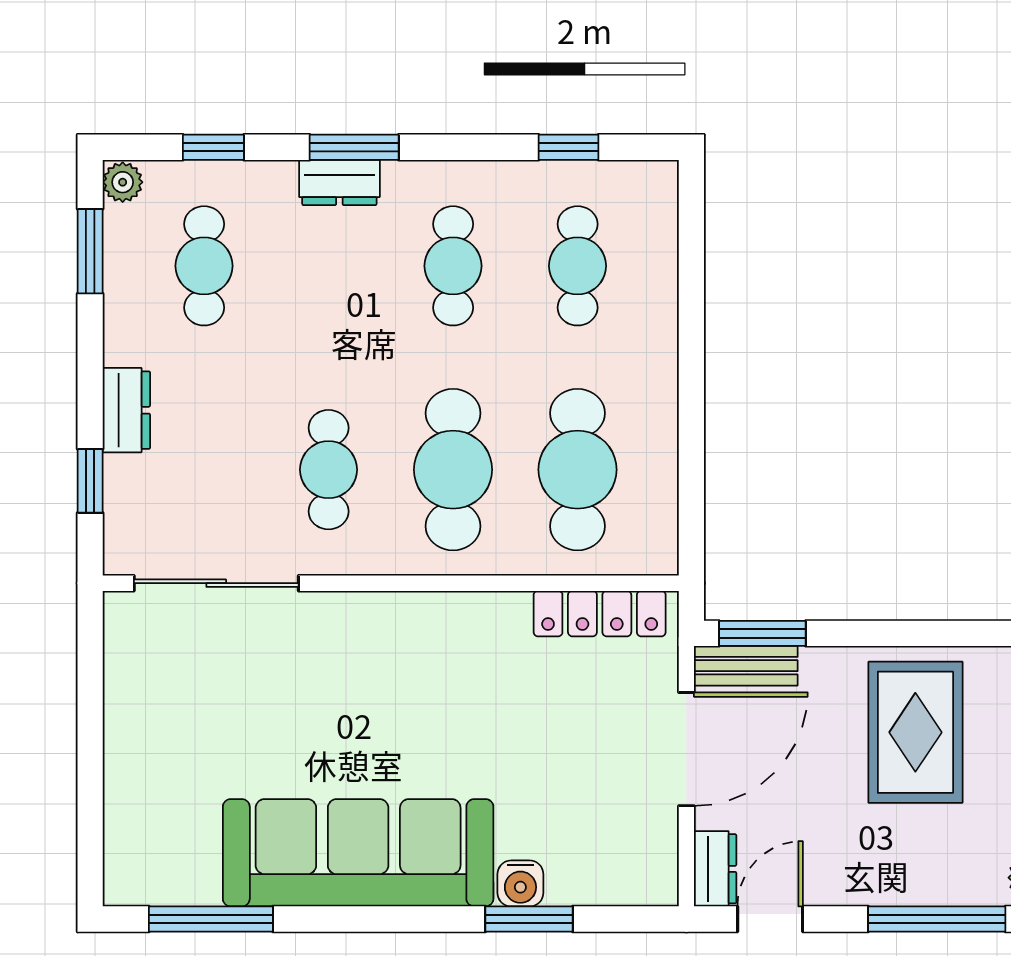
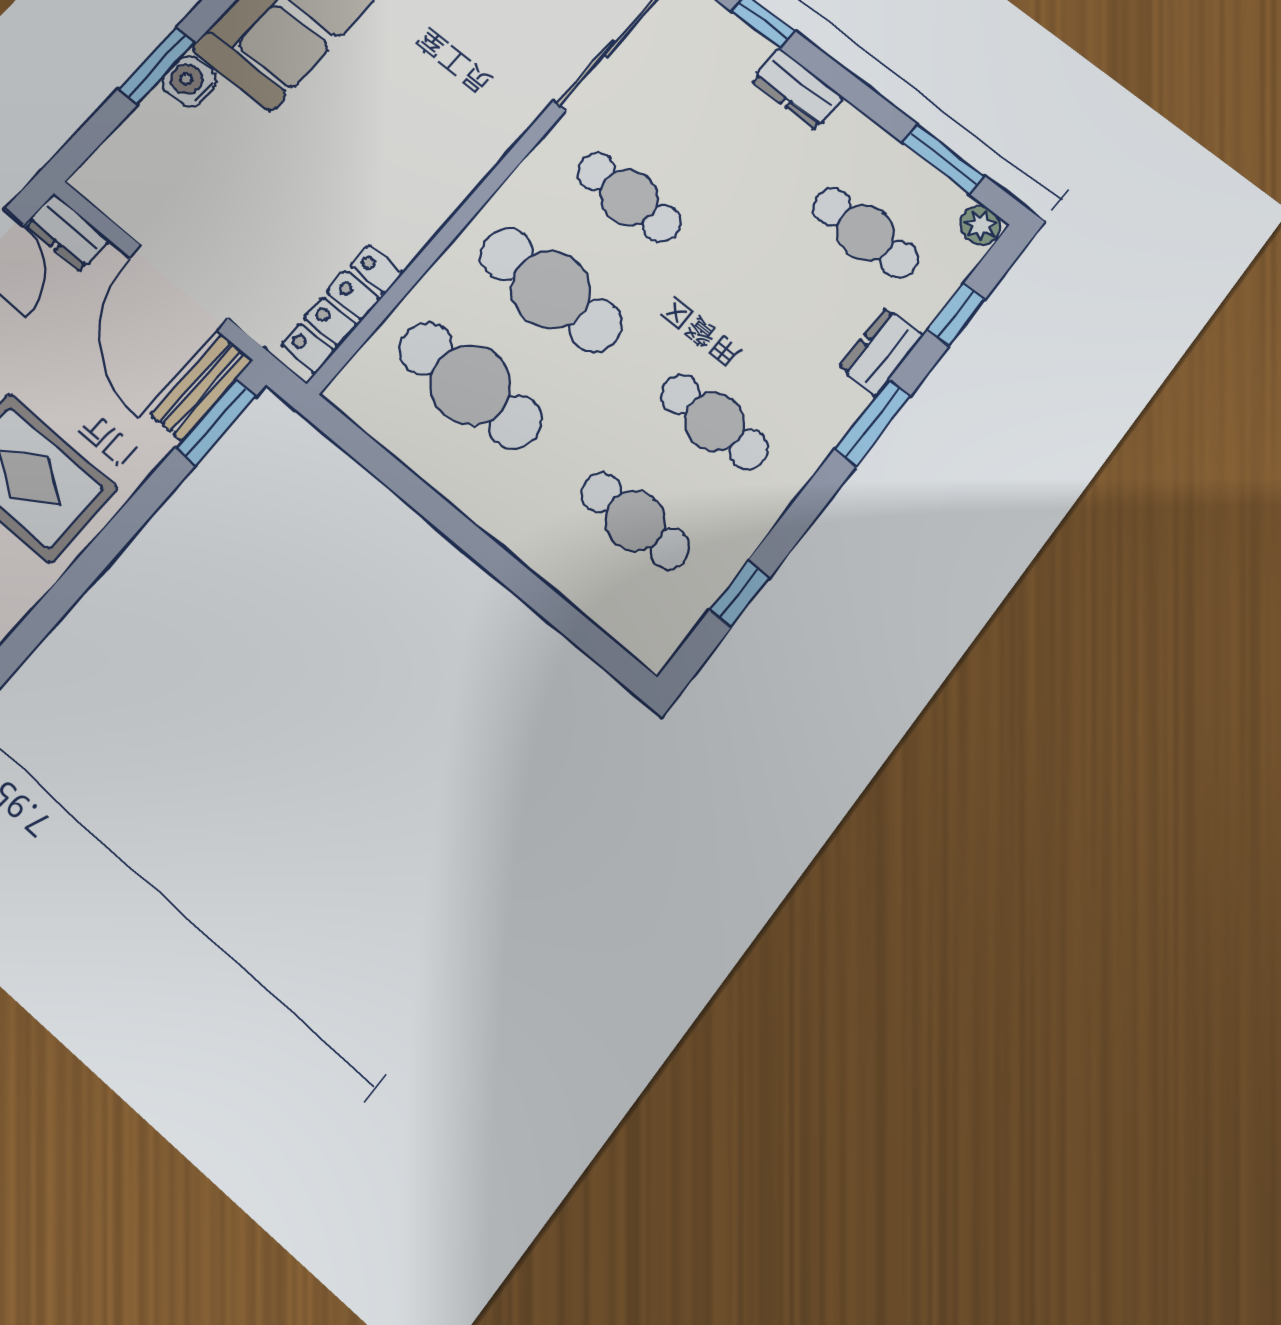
dresser: (339, 182) -> (881, 352), moved

